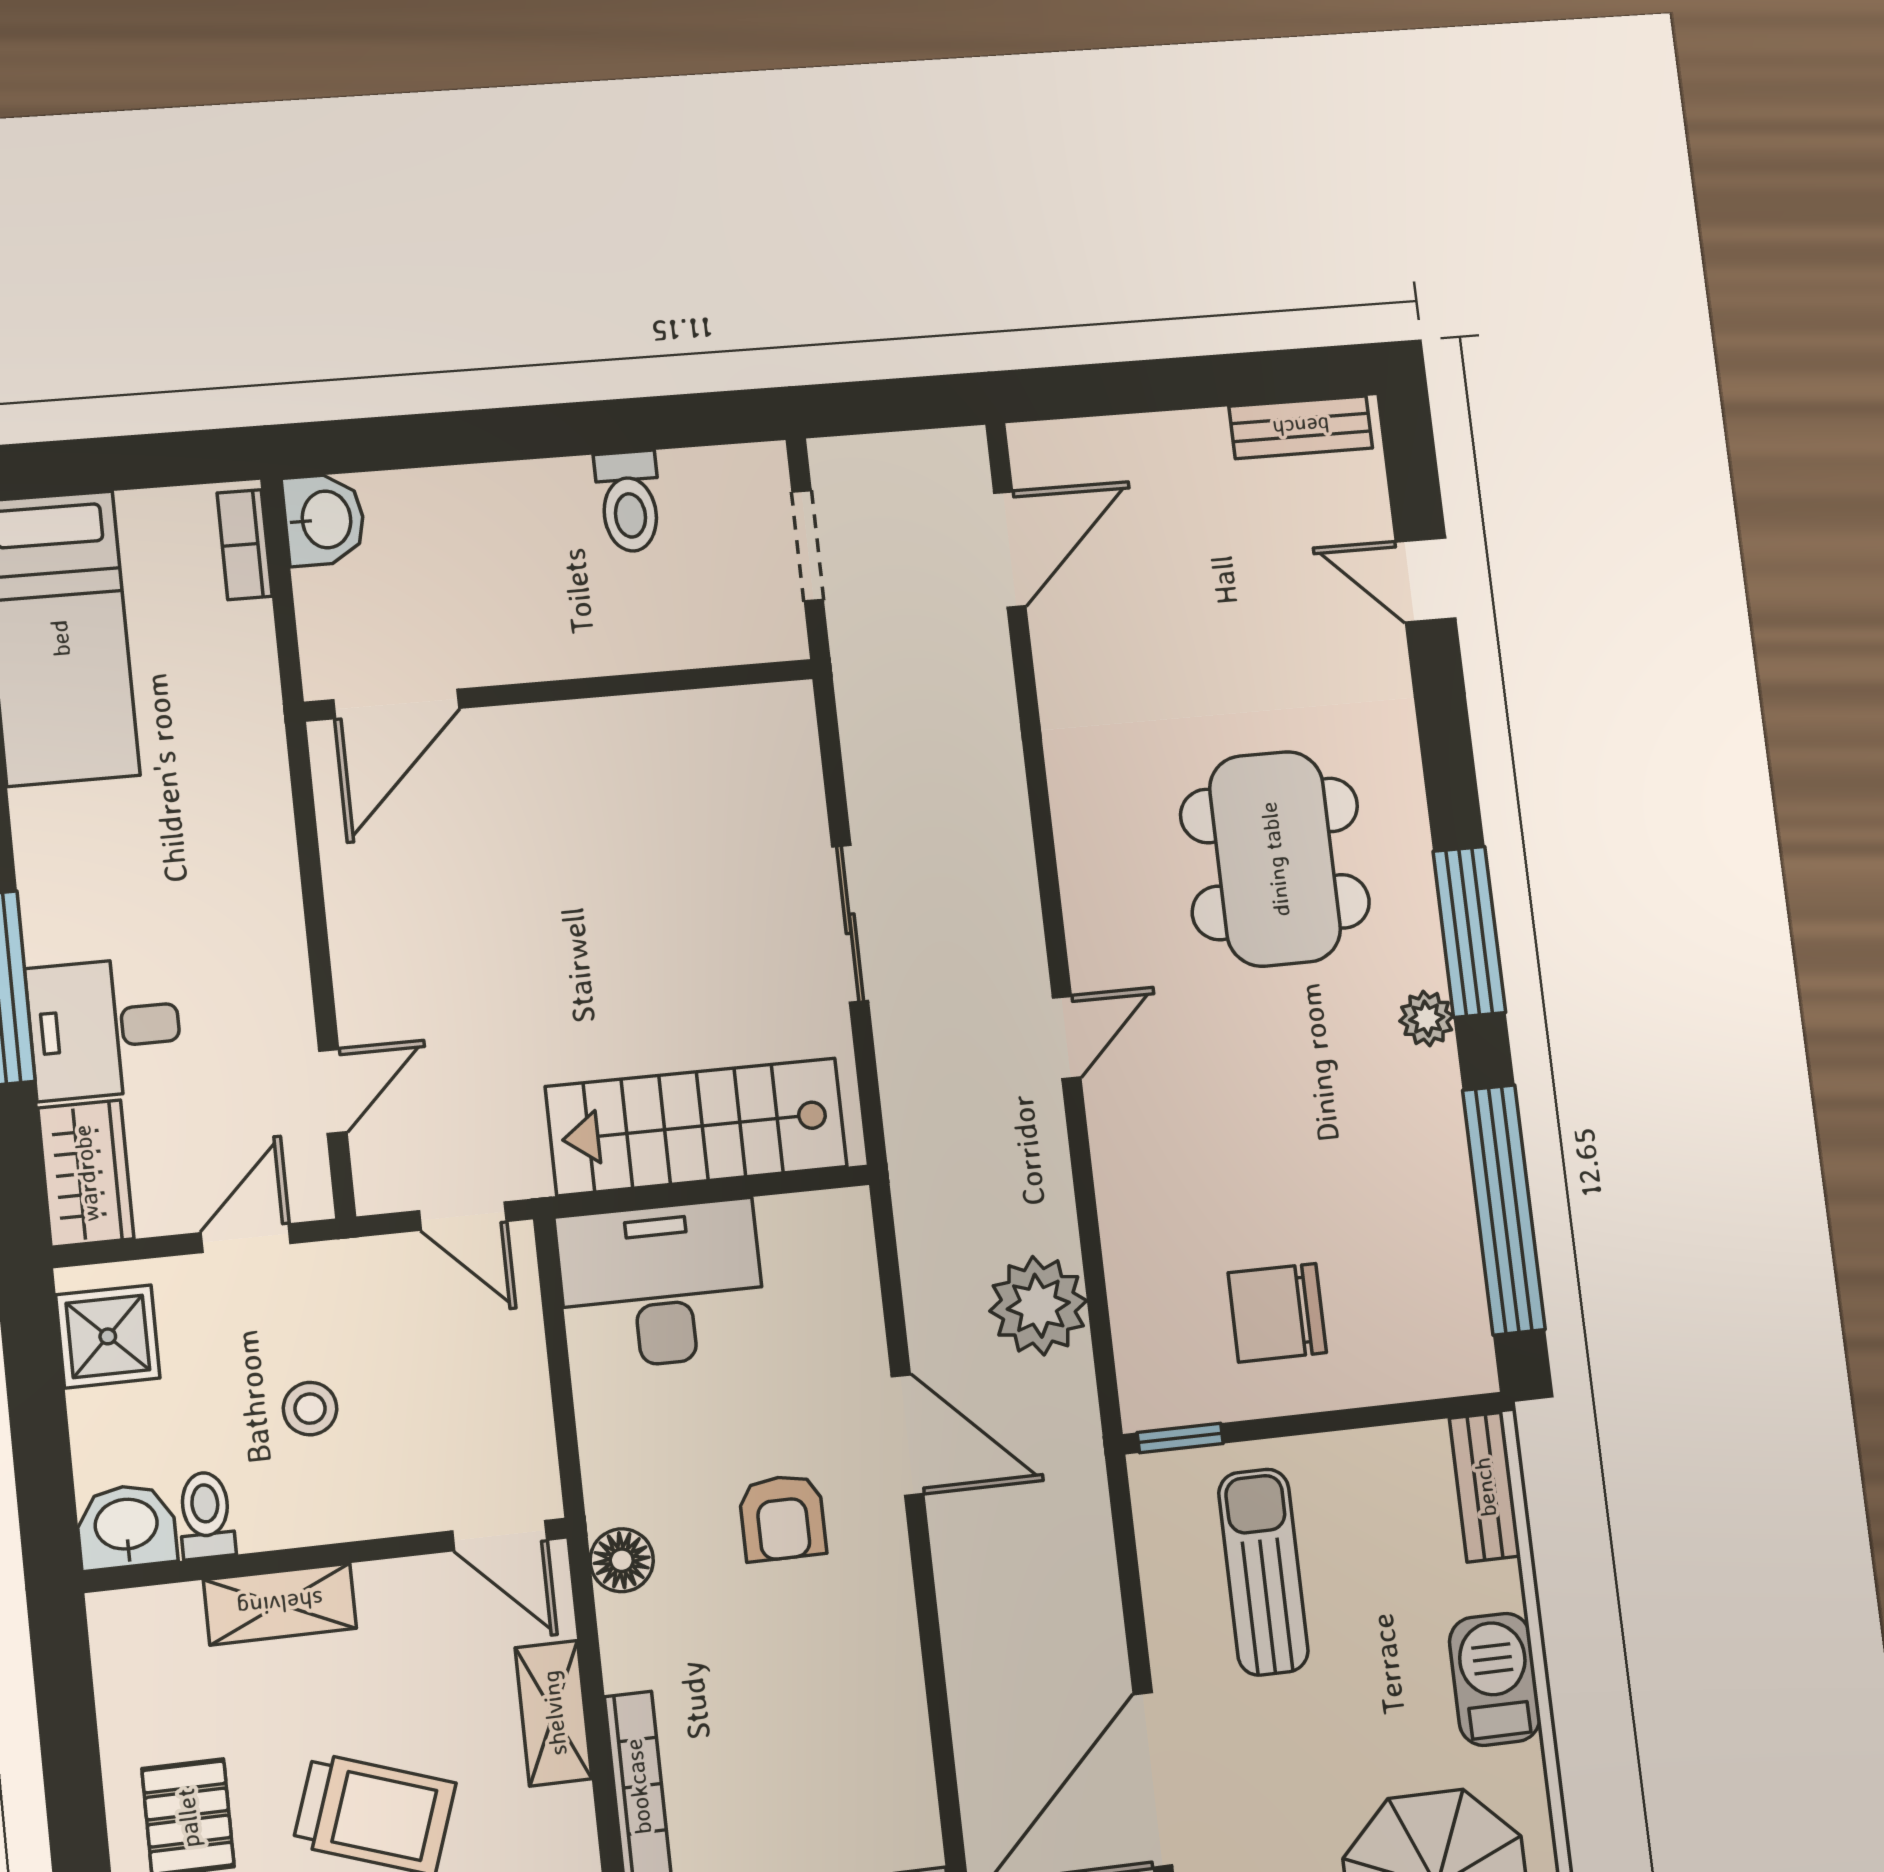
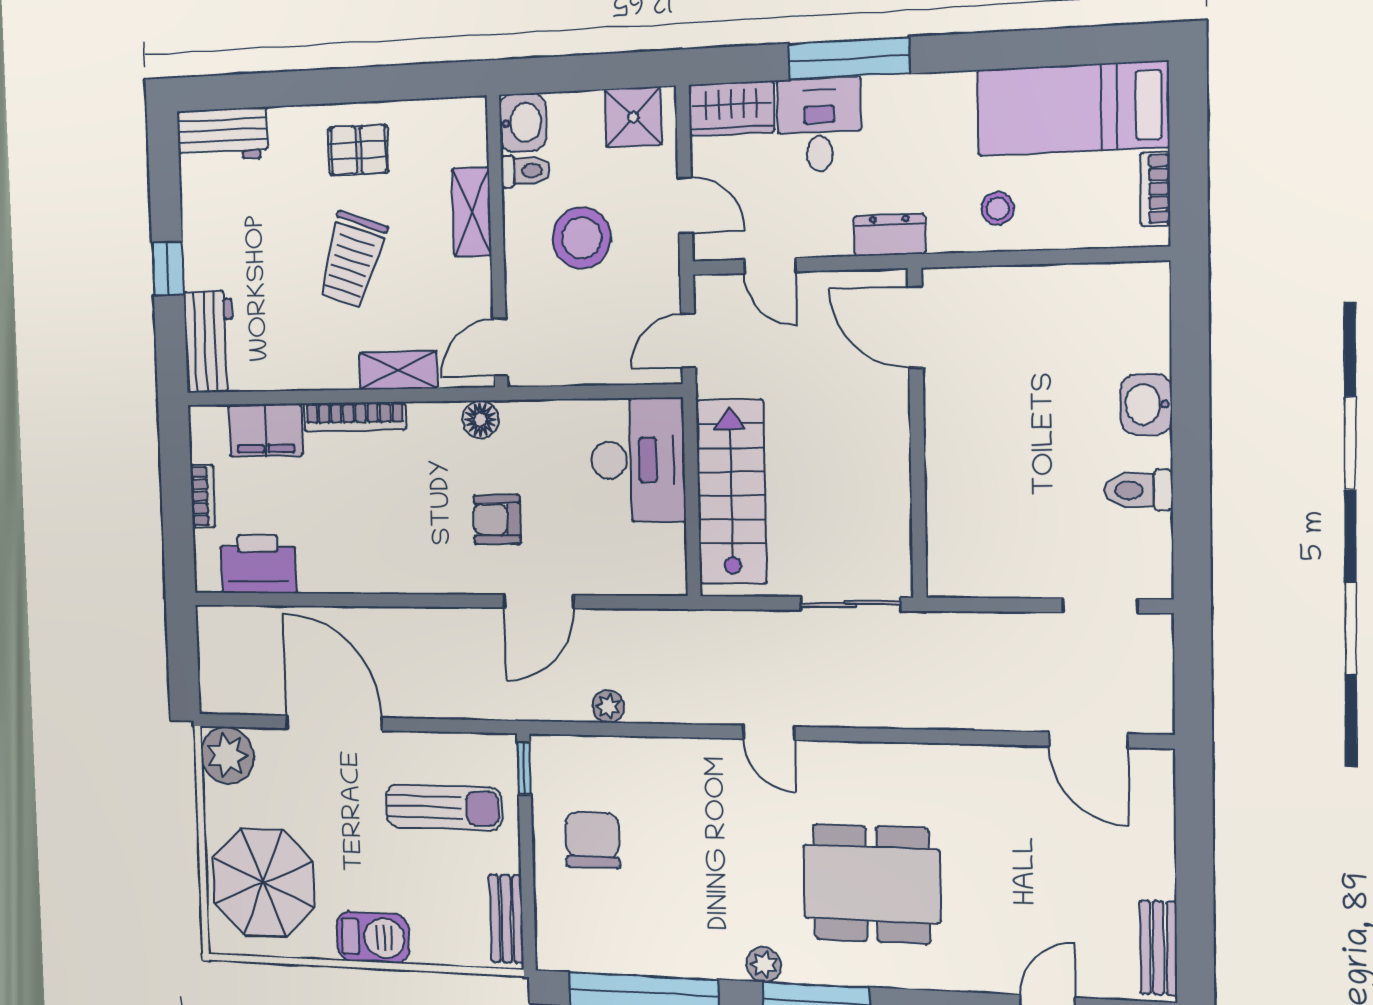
washbasin: (324, 520) -> (1146, 404), moved, turned 90
bookcase: (245, 545) -> (1155, 189), moved, turned -90
wall: (560, 690) -> (917, 434), moved
door: (396, 704) -> (915, 327), moved
stool: (220, 740) -> (998, 208), added
dresser: (271, 904) -> (889, 235), added
plant: (1038, 1306) -> (608, 706), width x0.53, depth x0.53
stool: (310, 1409) -> (582, 238), width x1.89, depth x1.89
bench: (1485, 1487) -> (506, 919), moved, turned 90

